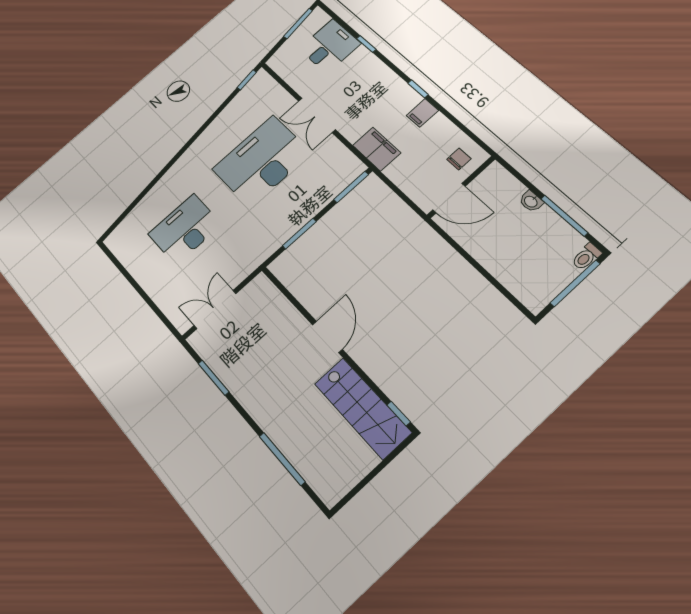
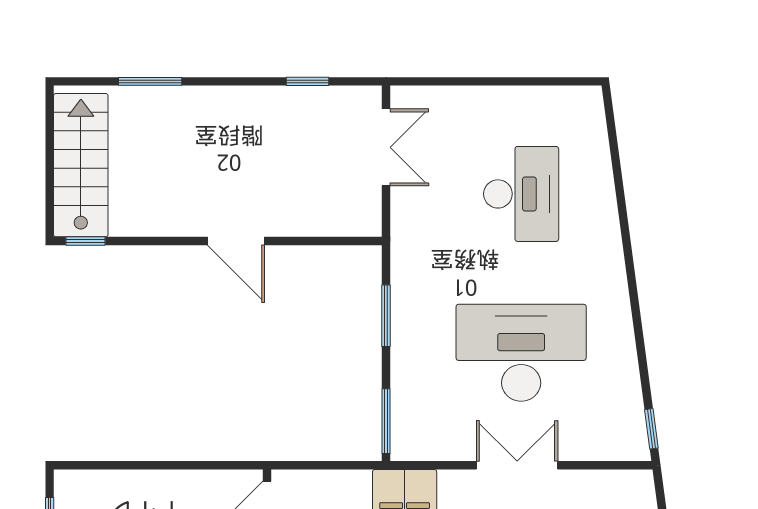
desk: (262, 161) -> (521, 353), turned -90
window: (213, 378) -> (307, 81), width x0.67
stairs: (363, 408) -> (81, 165), moved, turned 90
window: (282, 459) -> (150, 81), width x0.69

